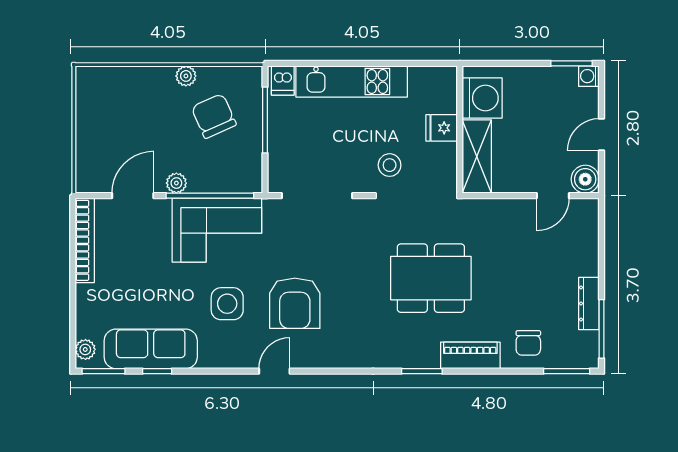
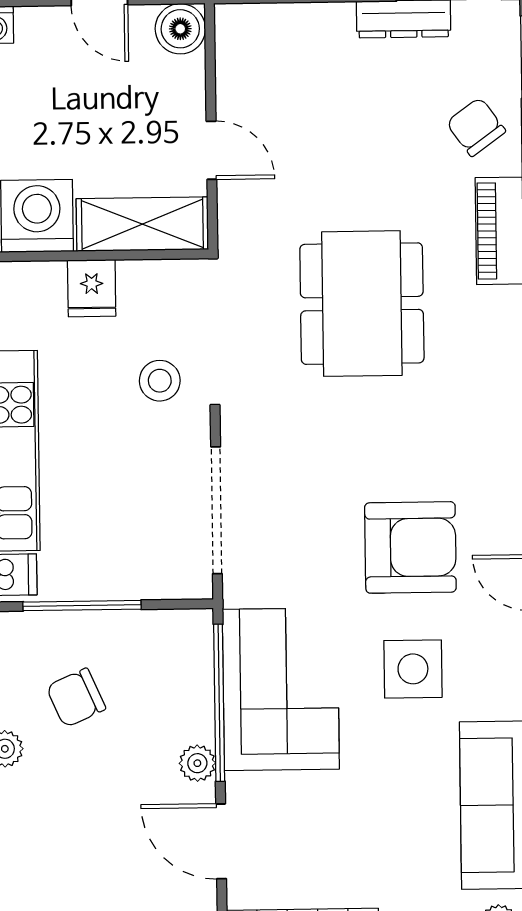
chair: (214, 116) -> (76, 698), width x0.73, depth x0.73
door: (553, 196) -> (211, 150), moved
chair: (528, 343) -> (476, 127), turned -126

